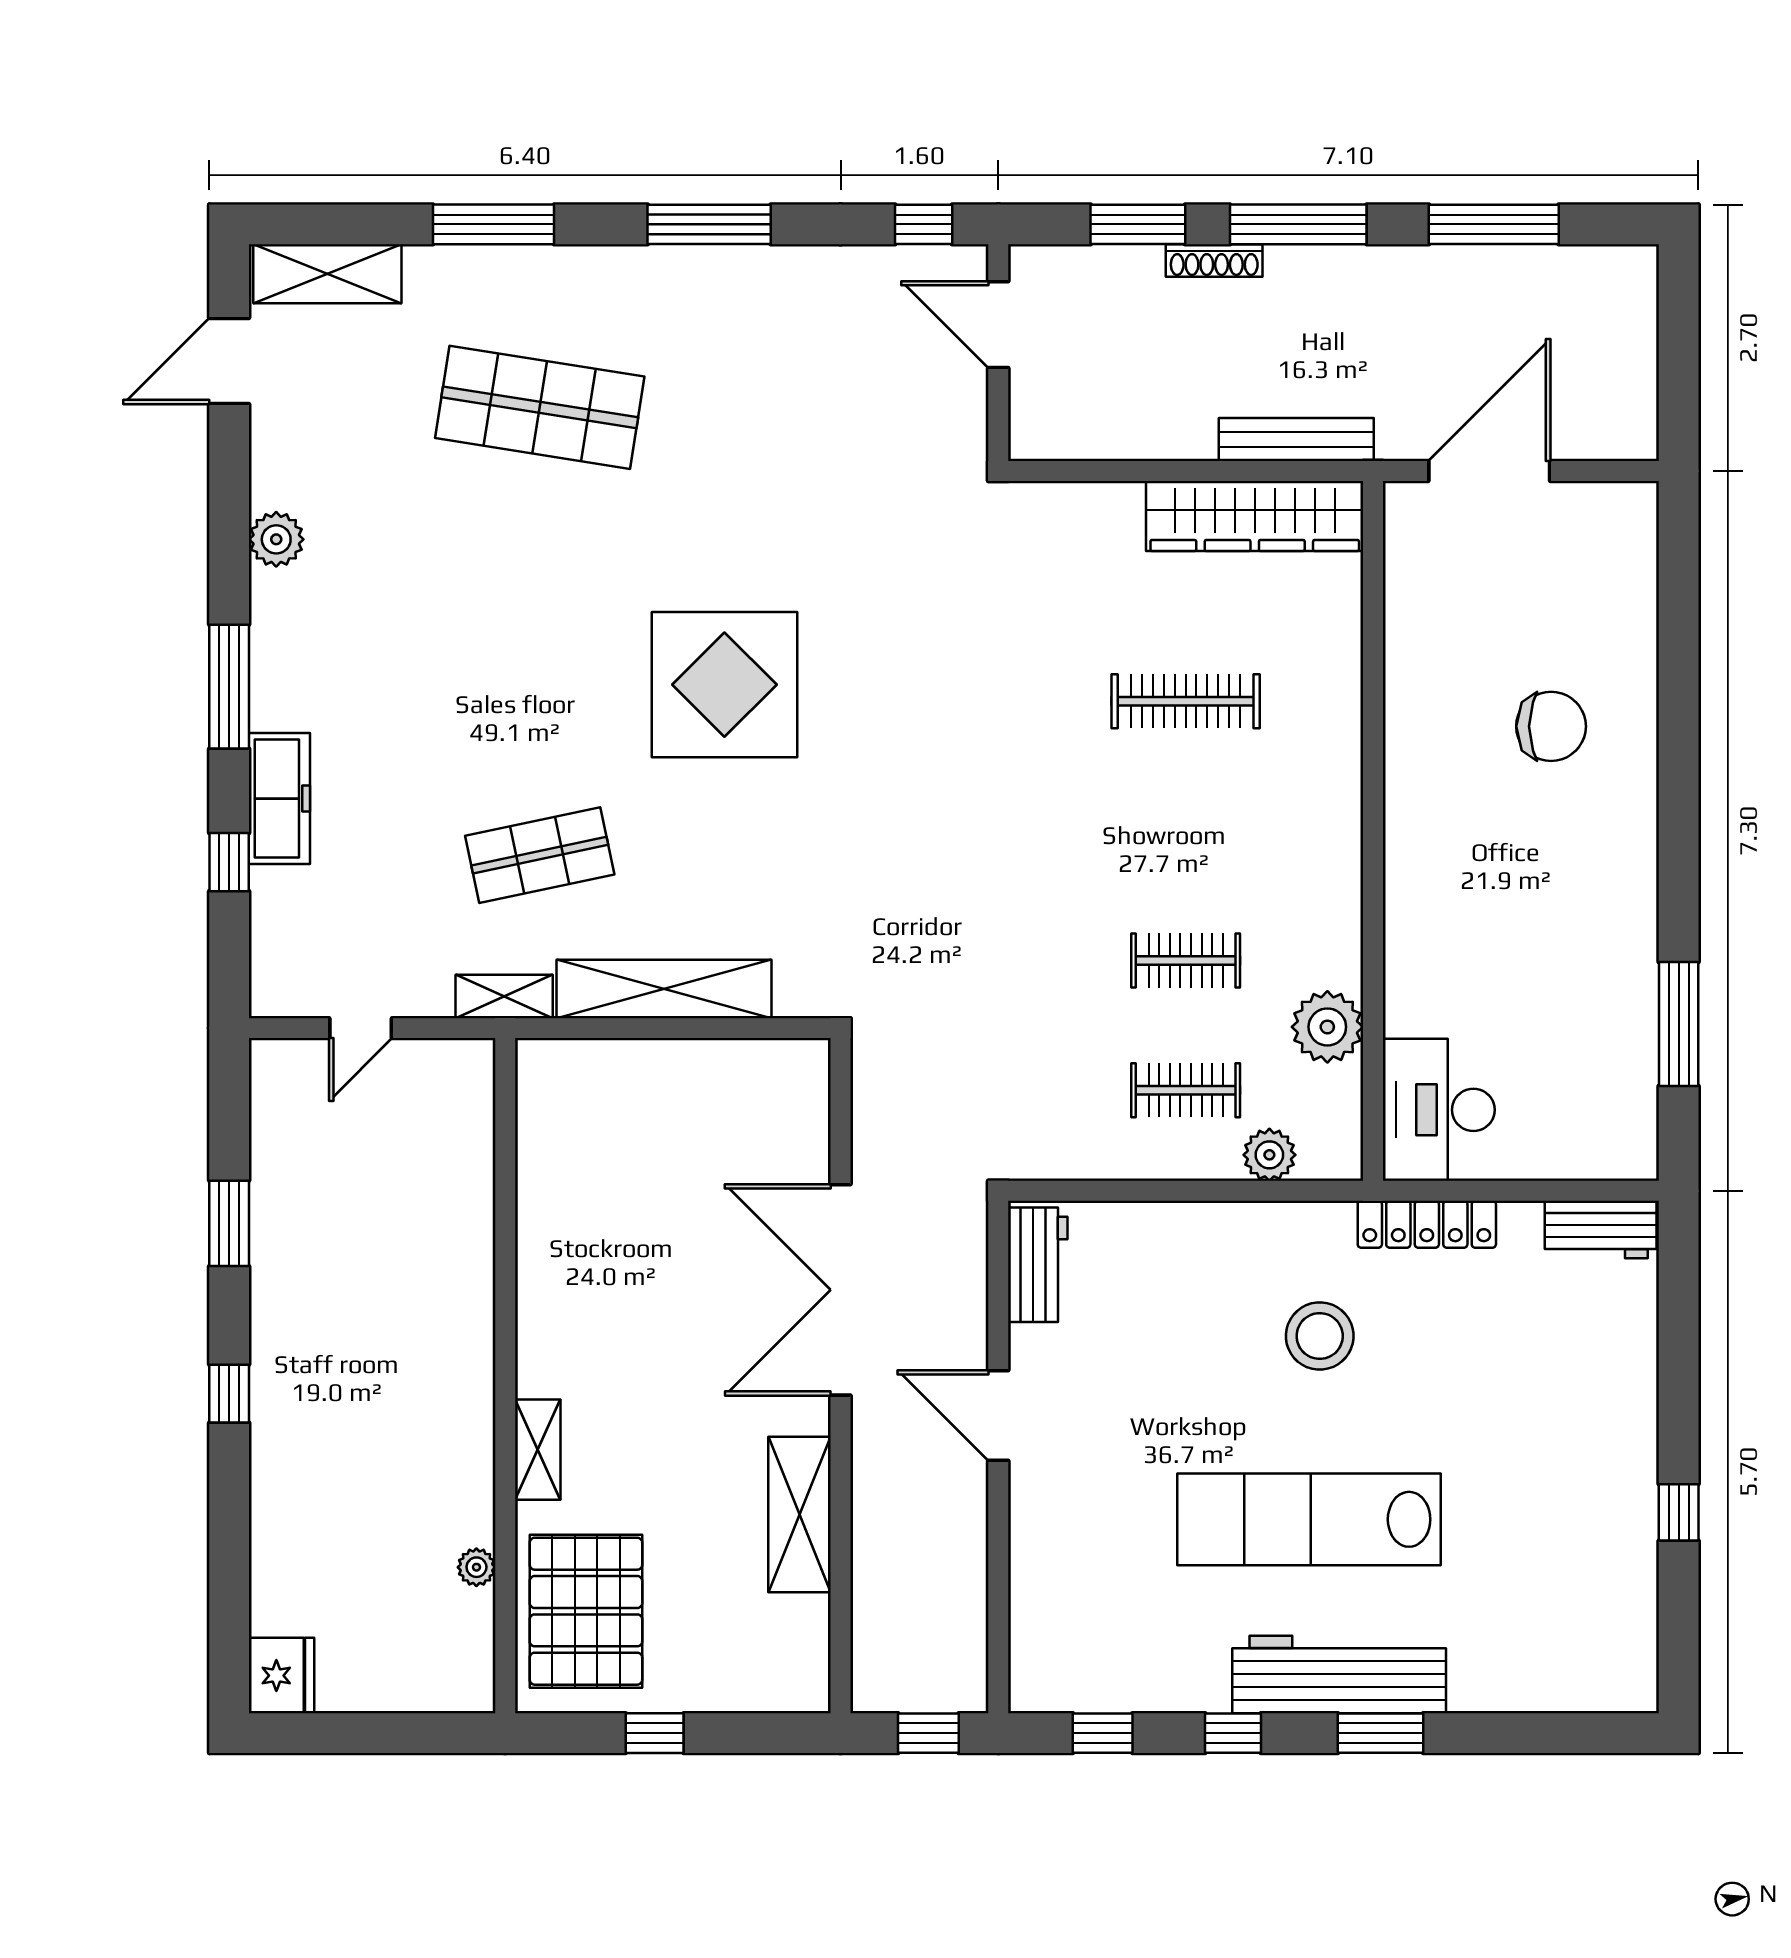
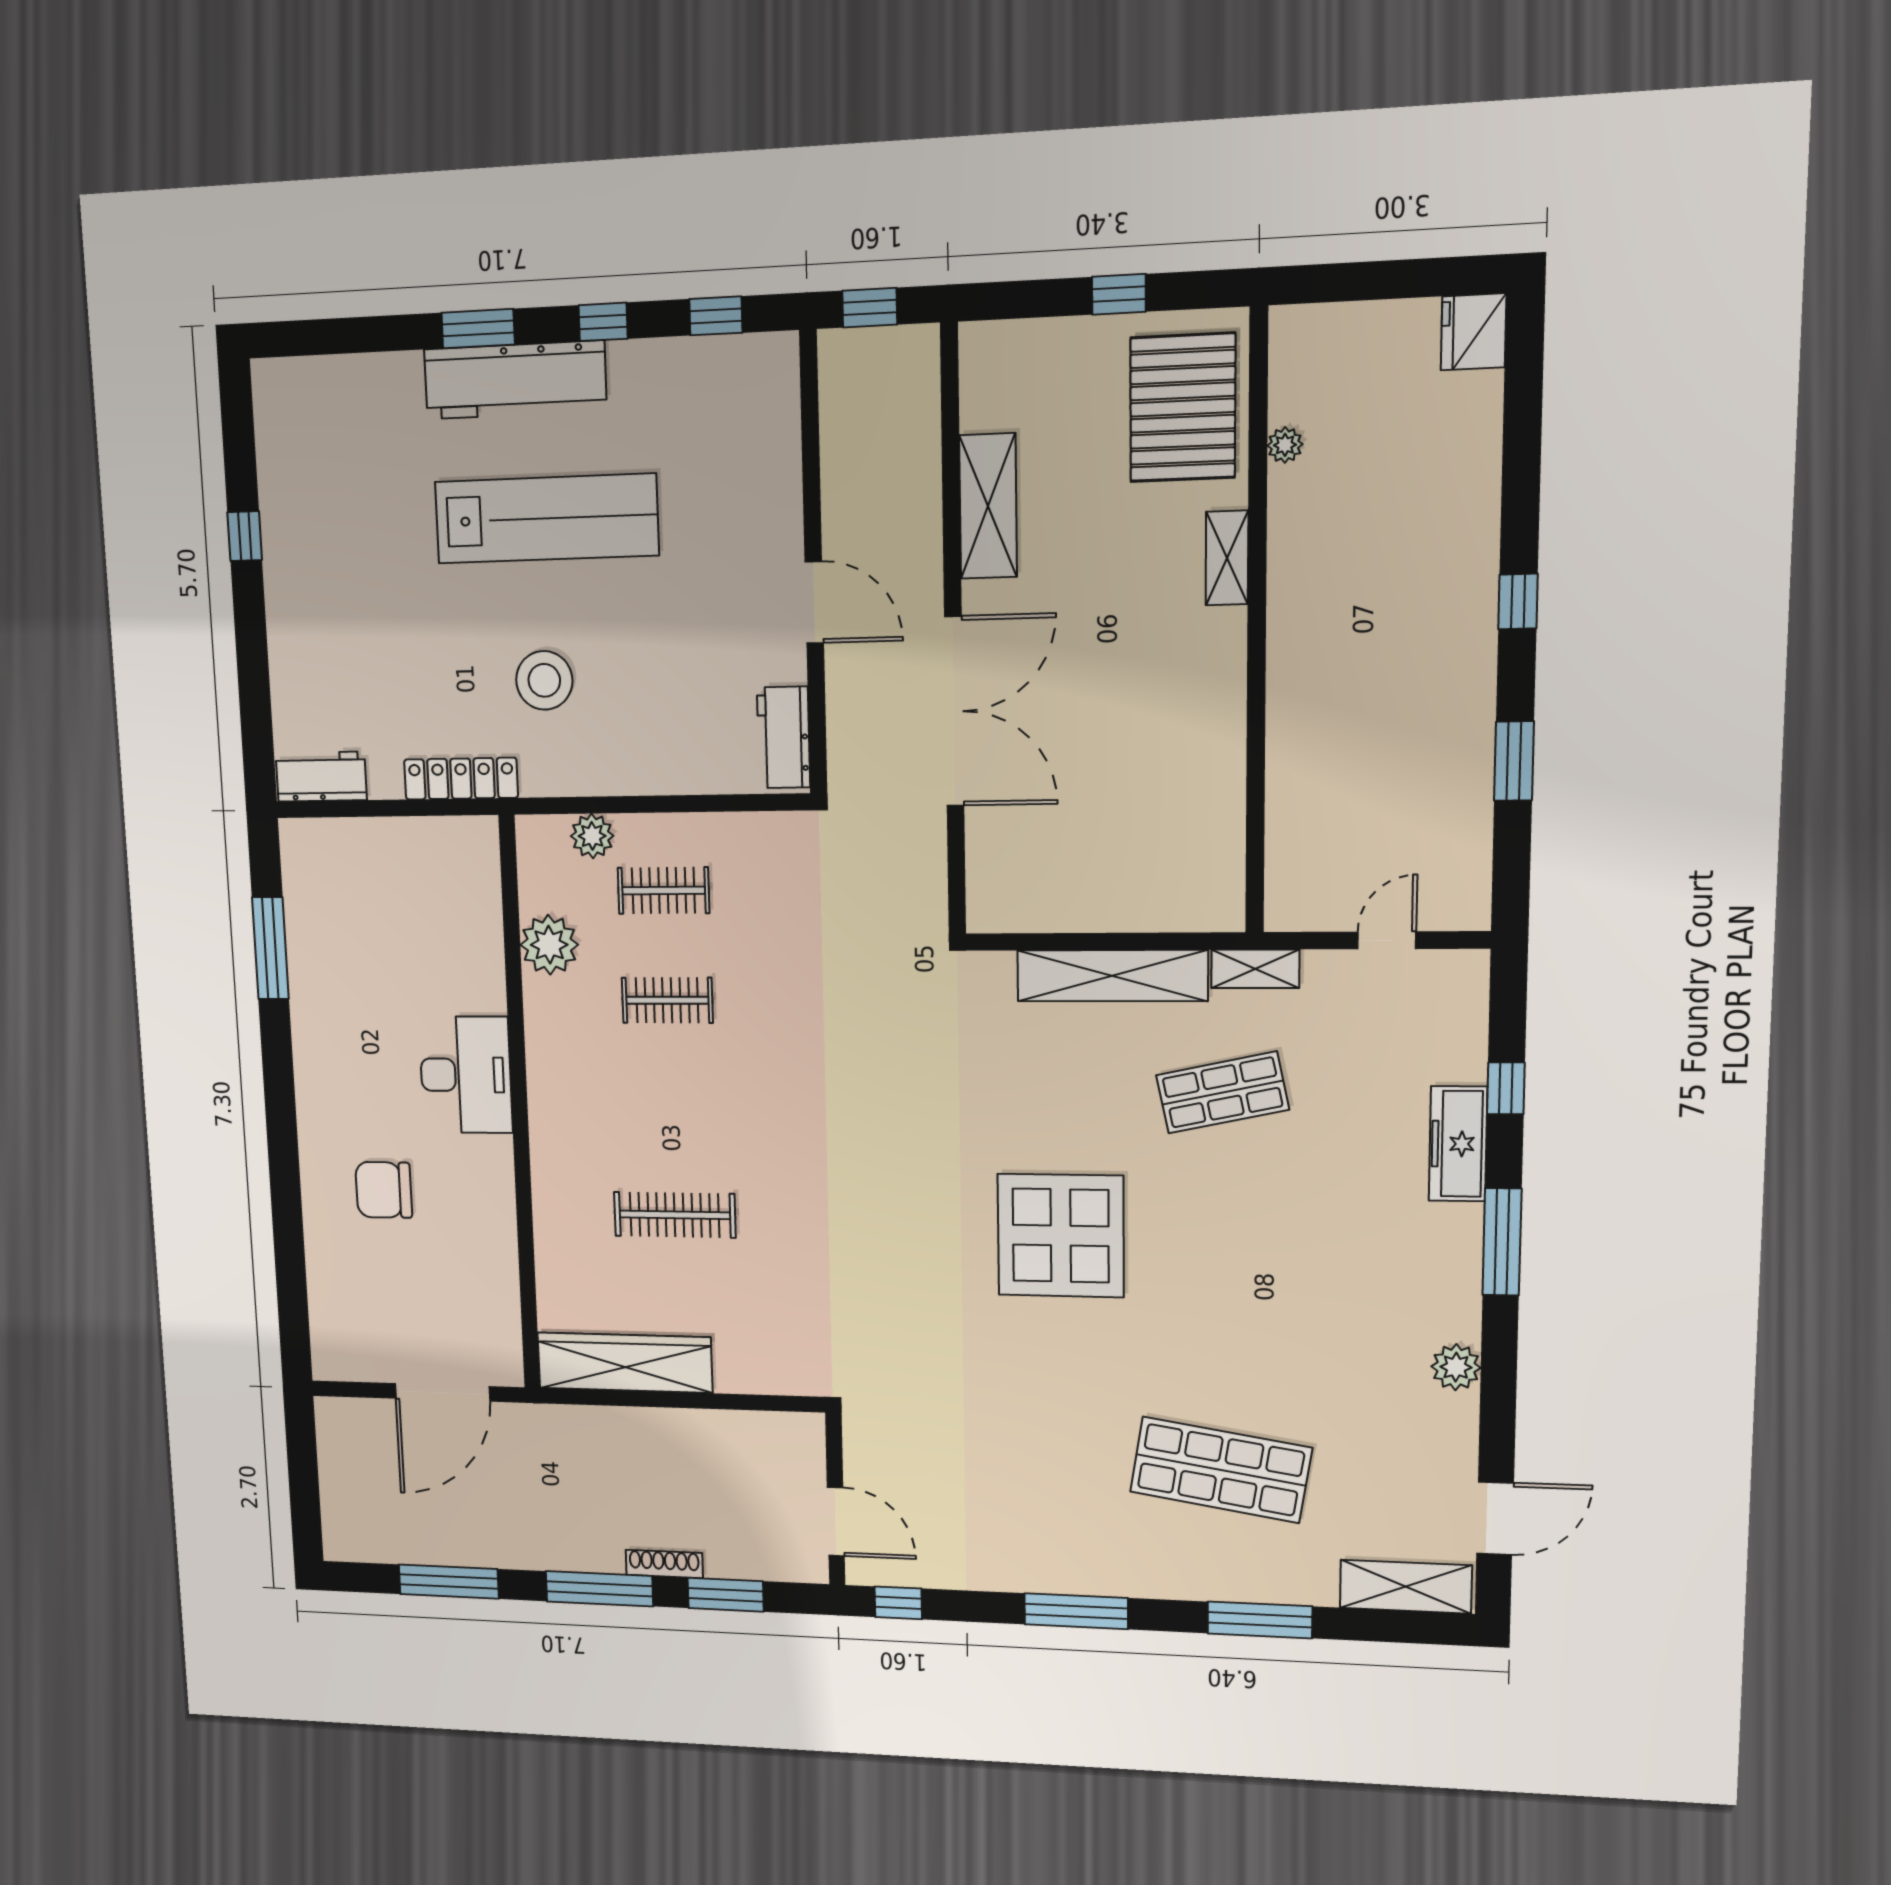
bench: (1296, 439) -> (594, 1422), removed
desk: (1439, 1110) -> (466, 1075), moved

